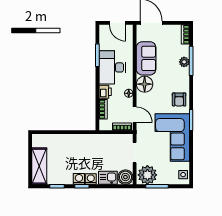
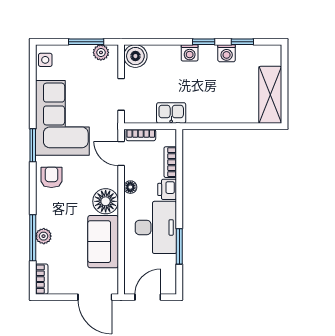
door: (118, 23) -> (148, 297), hinge flipped
shelving: (39, 166) -> (270, 95), moved
plant: (147, 175) -> (101, 52), width x0.53, depth x0.53
kitchen sink: (108, 178) -> (171, 113), moved, turned 180
washing machine: (79, 179) -> (227, 53), moved

